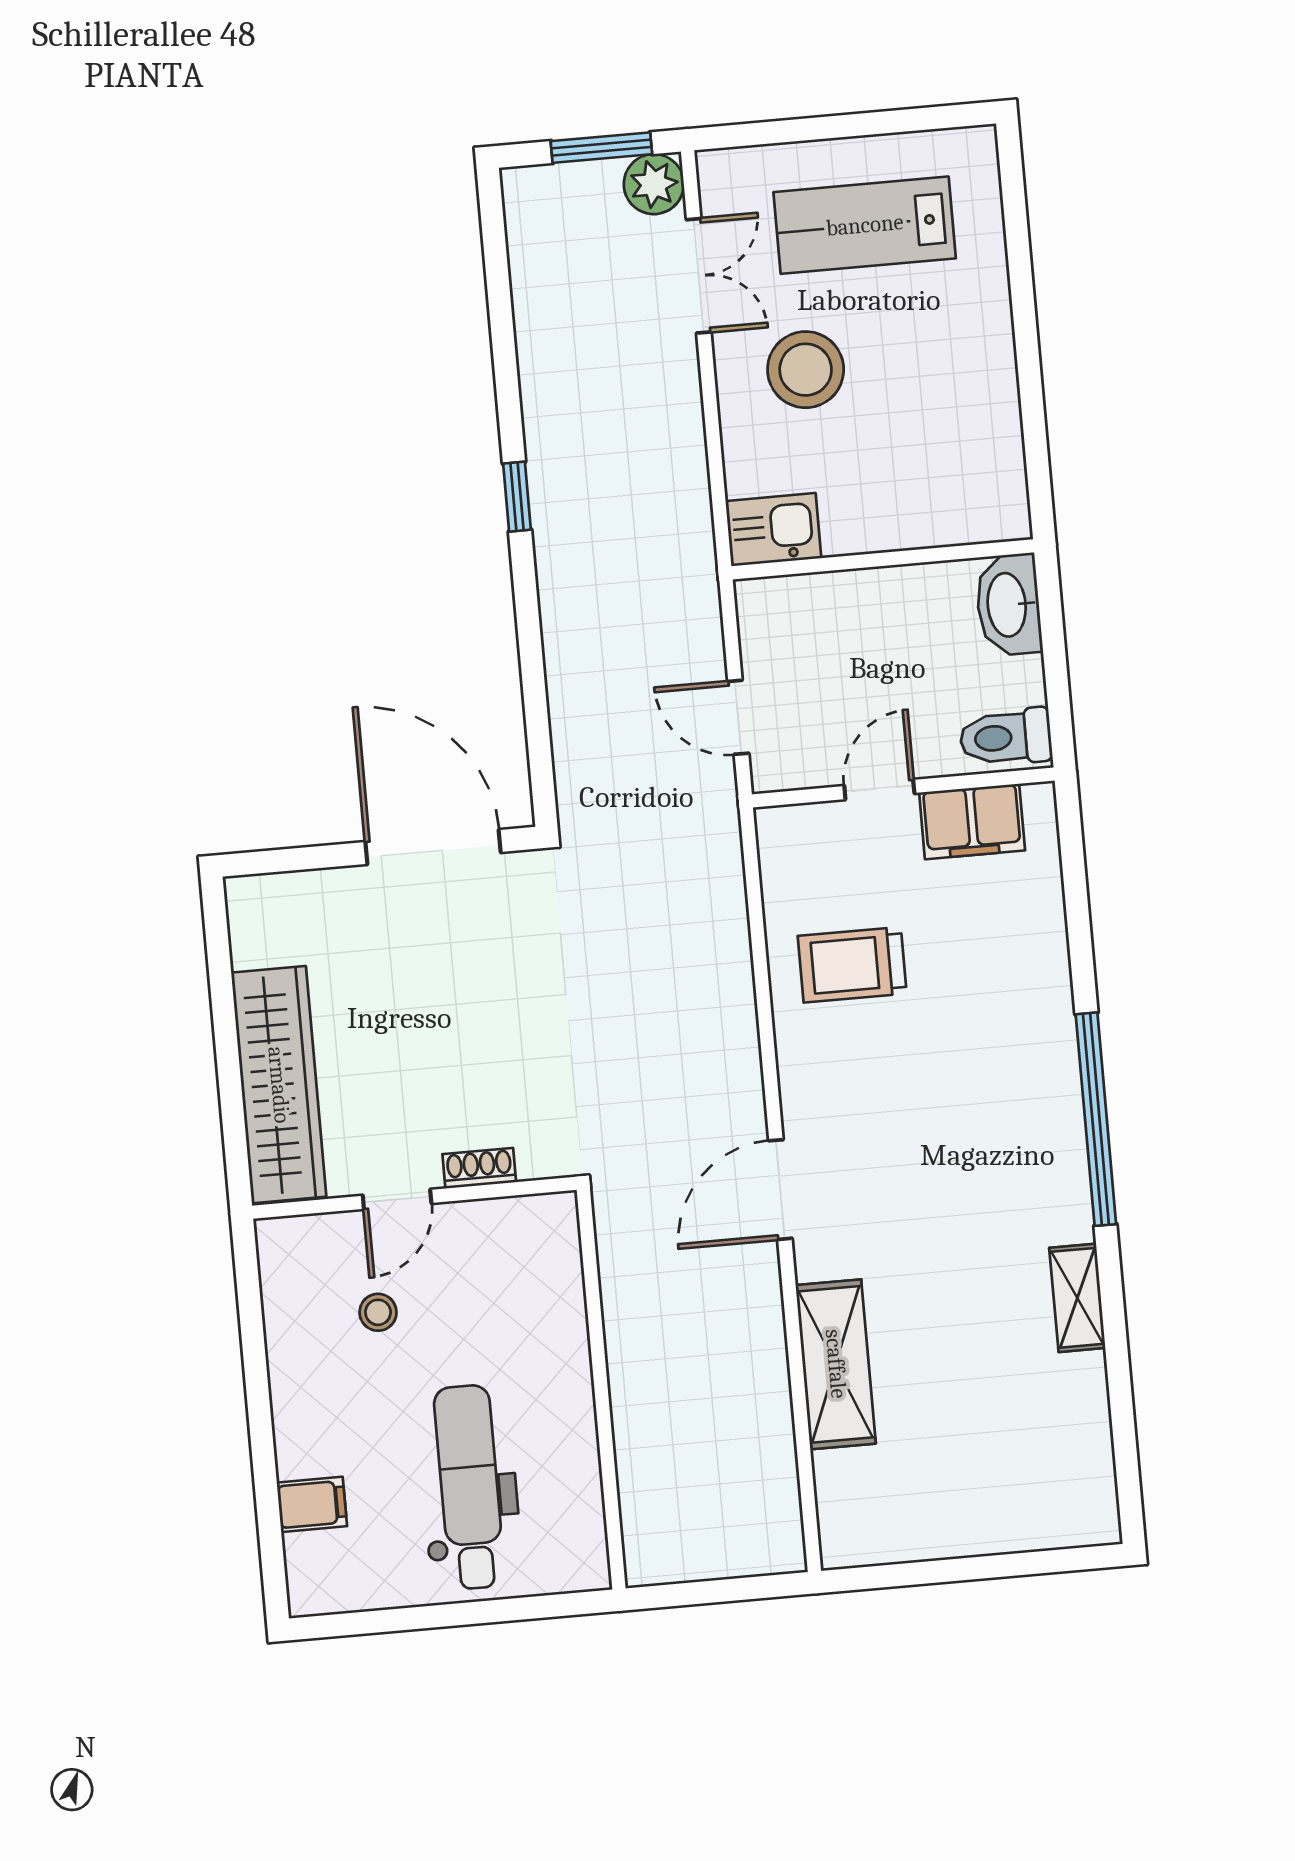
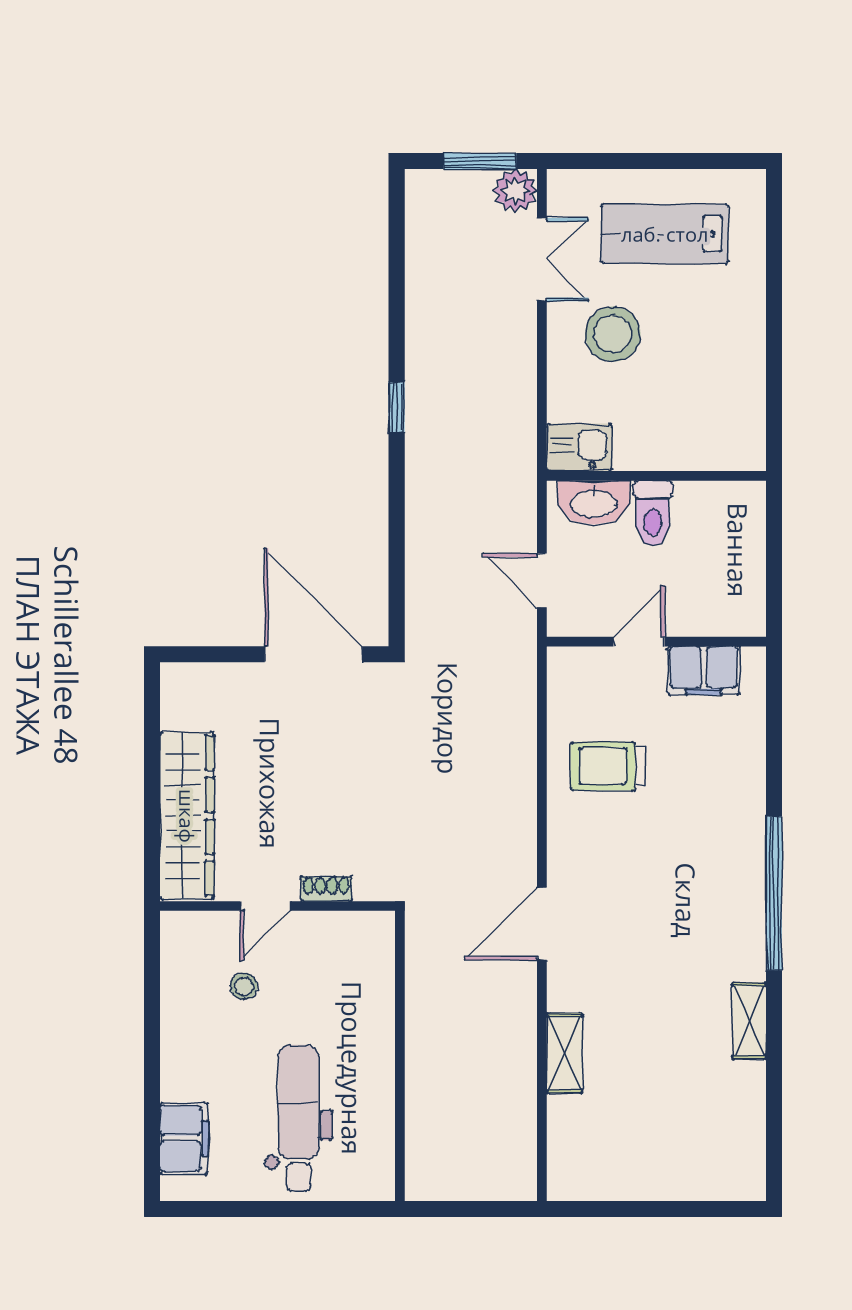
washbasin: (1009, 605) -> (594, 503), moved, turned -90
toilet: (1006, 737) -> (653, 513), moved, turned -90
shelving: (836, 1364) -> (565, 1053), width x0.67, depth x0.75
filing cabinet: (312, 1504) -> (184, 1138), width x2.00

